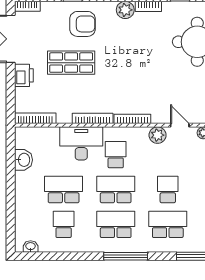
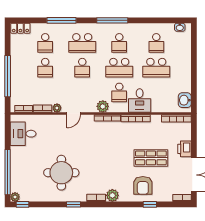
armchair: (82, 24) -> (143, 185), turned -90
door: (180, 125) -> (74, 113), hinge flipped
plant: (158, 135) -> (103, 106), moved
desk: (81, 143) -> (140, 100), width x0.73
washbasin: (23, 160) -> (185, 100), moved
school desk: (116, 224) -> (119, 43), width x0.54

